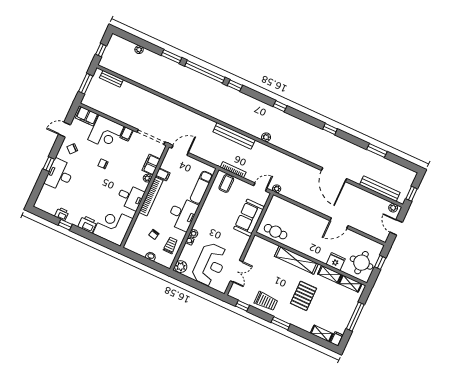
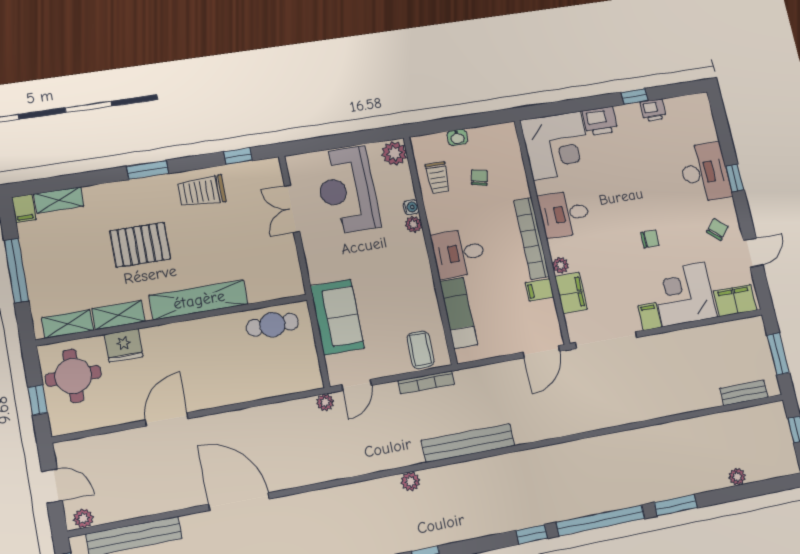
desk: (182, 214) -> (459, 253), width x0.73
pallet: (303, 296) -> (140, 245), turned 90

